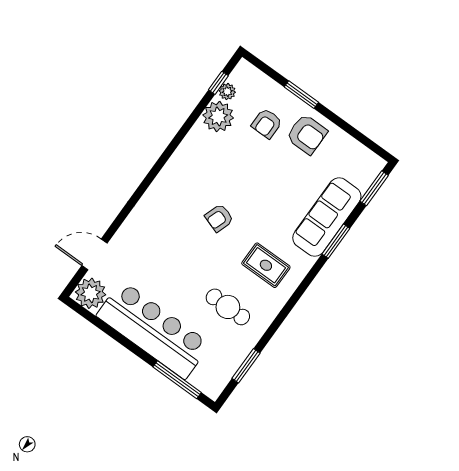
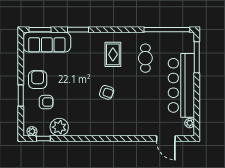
plant: (227, 92) -> (32, 131), moved
sofa: (327, 217) -> (47, 42), moved
plant: (91, 293) -> (190, 123), width x0.53, depth x0.53
window: (246, 366) -> (167, 30), width x2.11

